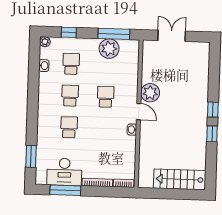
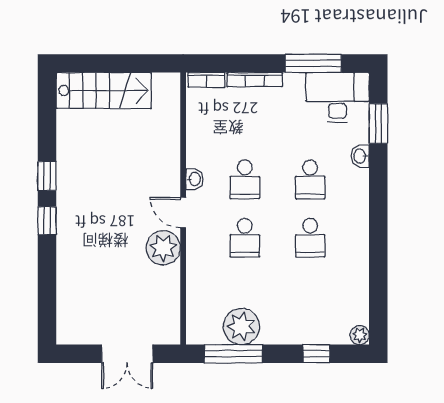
school desk: (71, 64) -> (245, 179), moved
washbasin: (44, 66) -> (360, 156), moved
desk: (64, 172) -> (337, 97), moved

